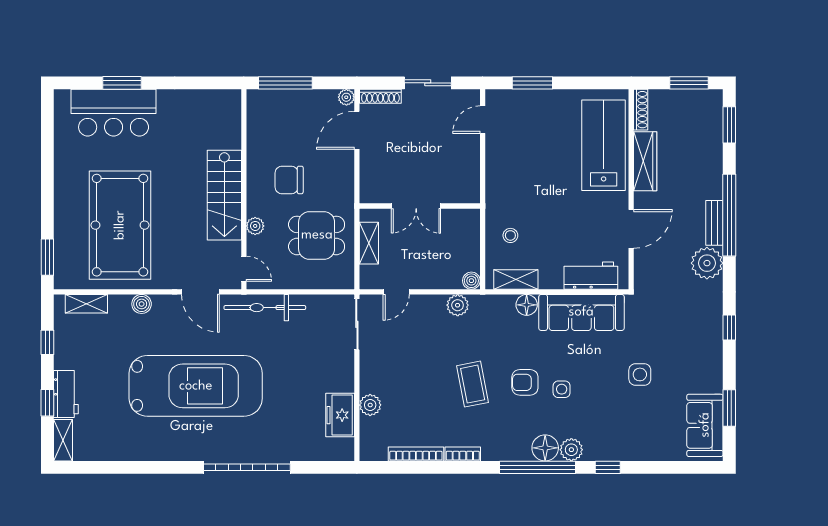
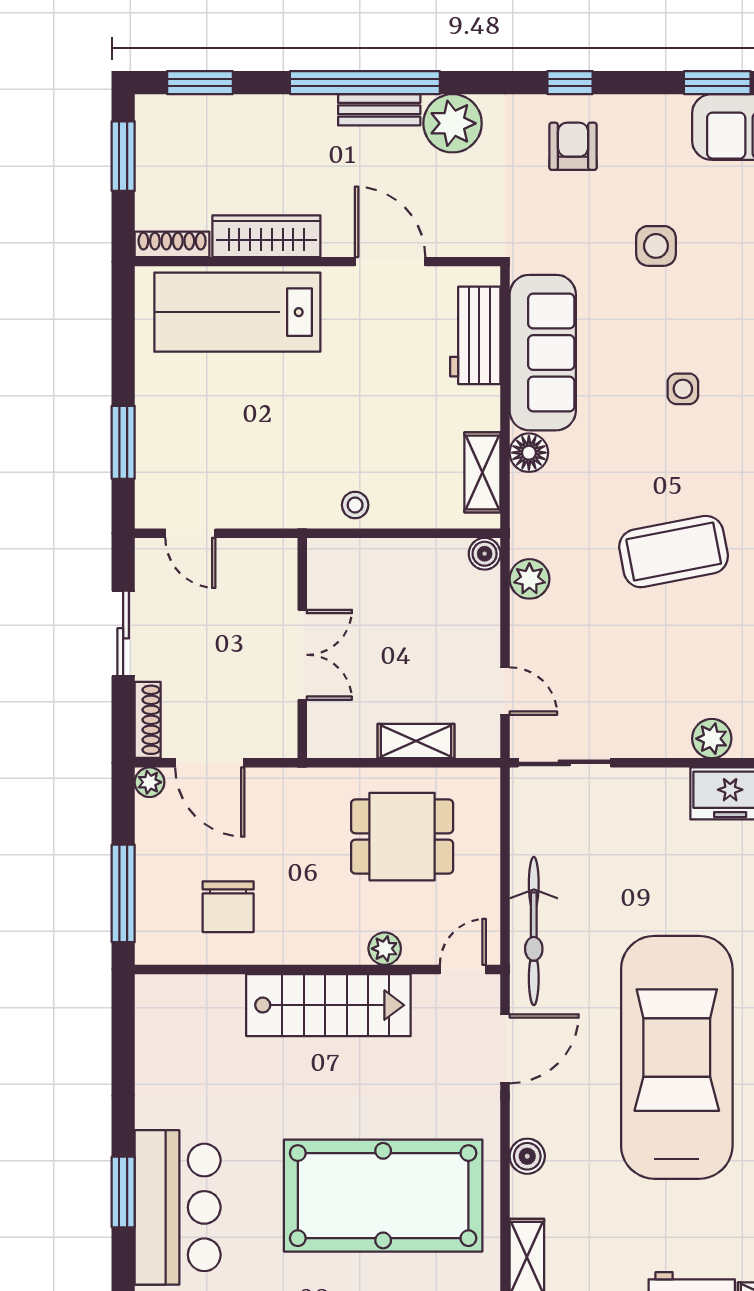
chair: (289, 180) -> (228, 907), moved
double door: (416, 206) -> (302, 655), moved
wall: (420, 206) -> (302, 648), moved
dining table: (317, 235) -> (402, 837), turned 90
stool: (510, 235) -> (355, 505), moved
armchair: (525, 382) -> (573, 146), moved, turned 180
coffee table: (473, 384) -> (674, 552), width x1.36, depth x1.32

